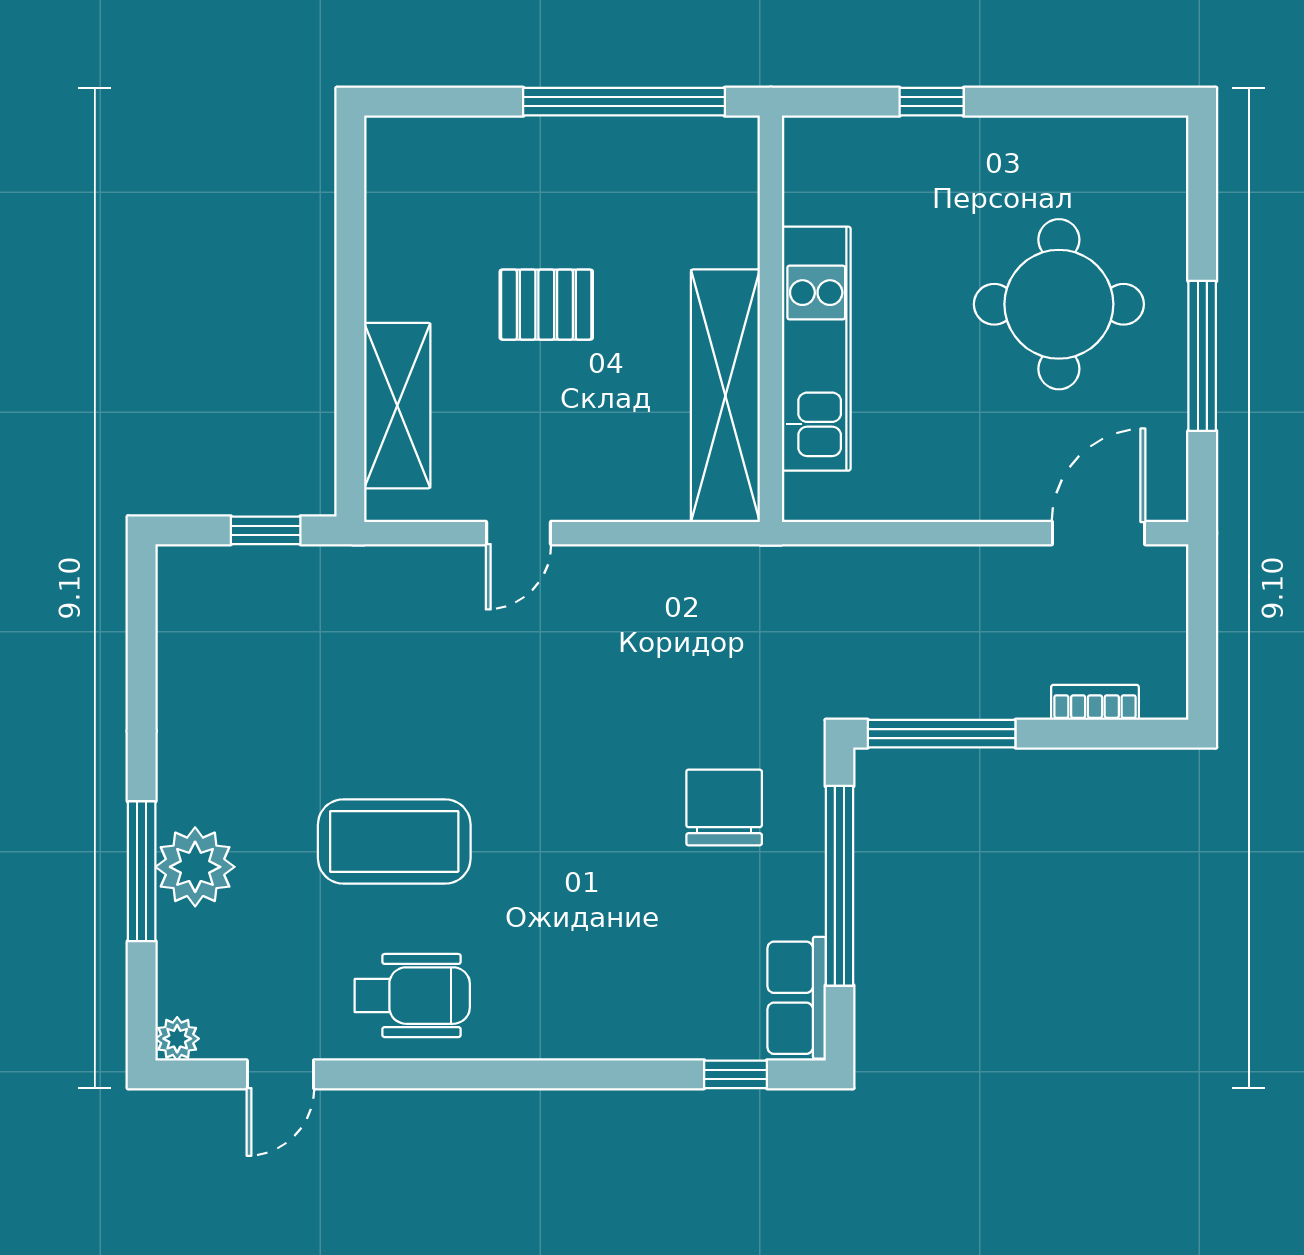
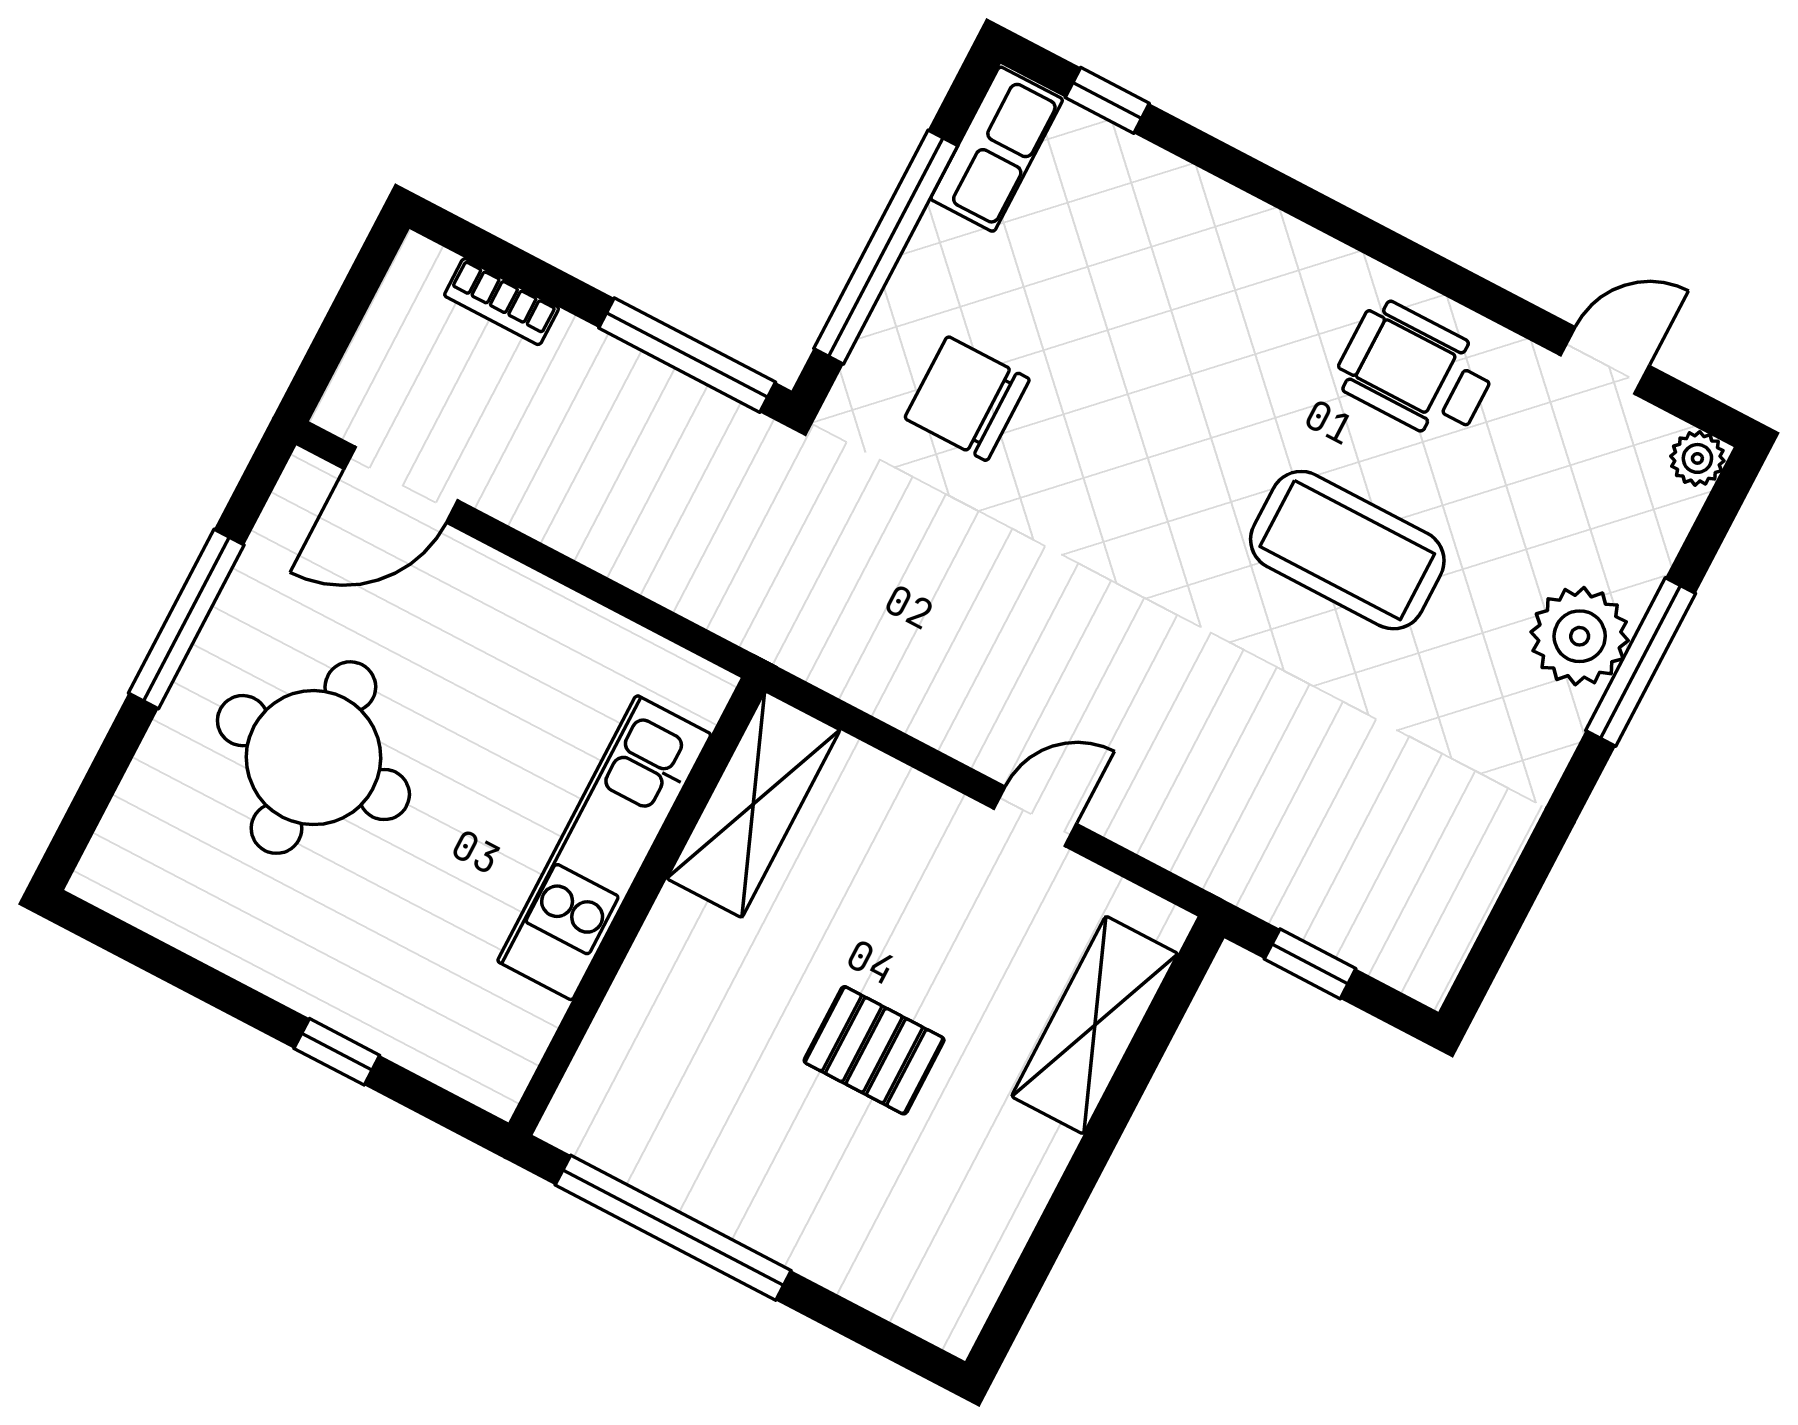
shelving: (725, 396) -> (753, 804), width x0.68
chair: (724, 807) -> (967, 399), turned 90

